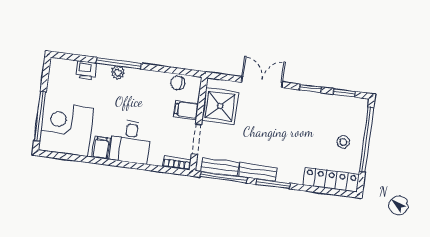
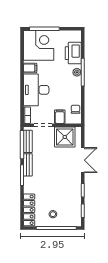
printer: (86, 70) -> (73, 53), width x1.87, depth x1.48
desk: (131, 142) -> (36, 90), width x1.37

